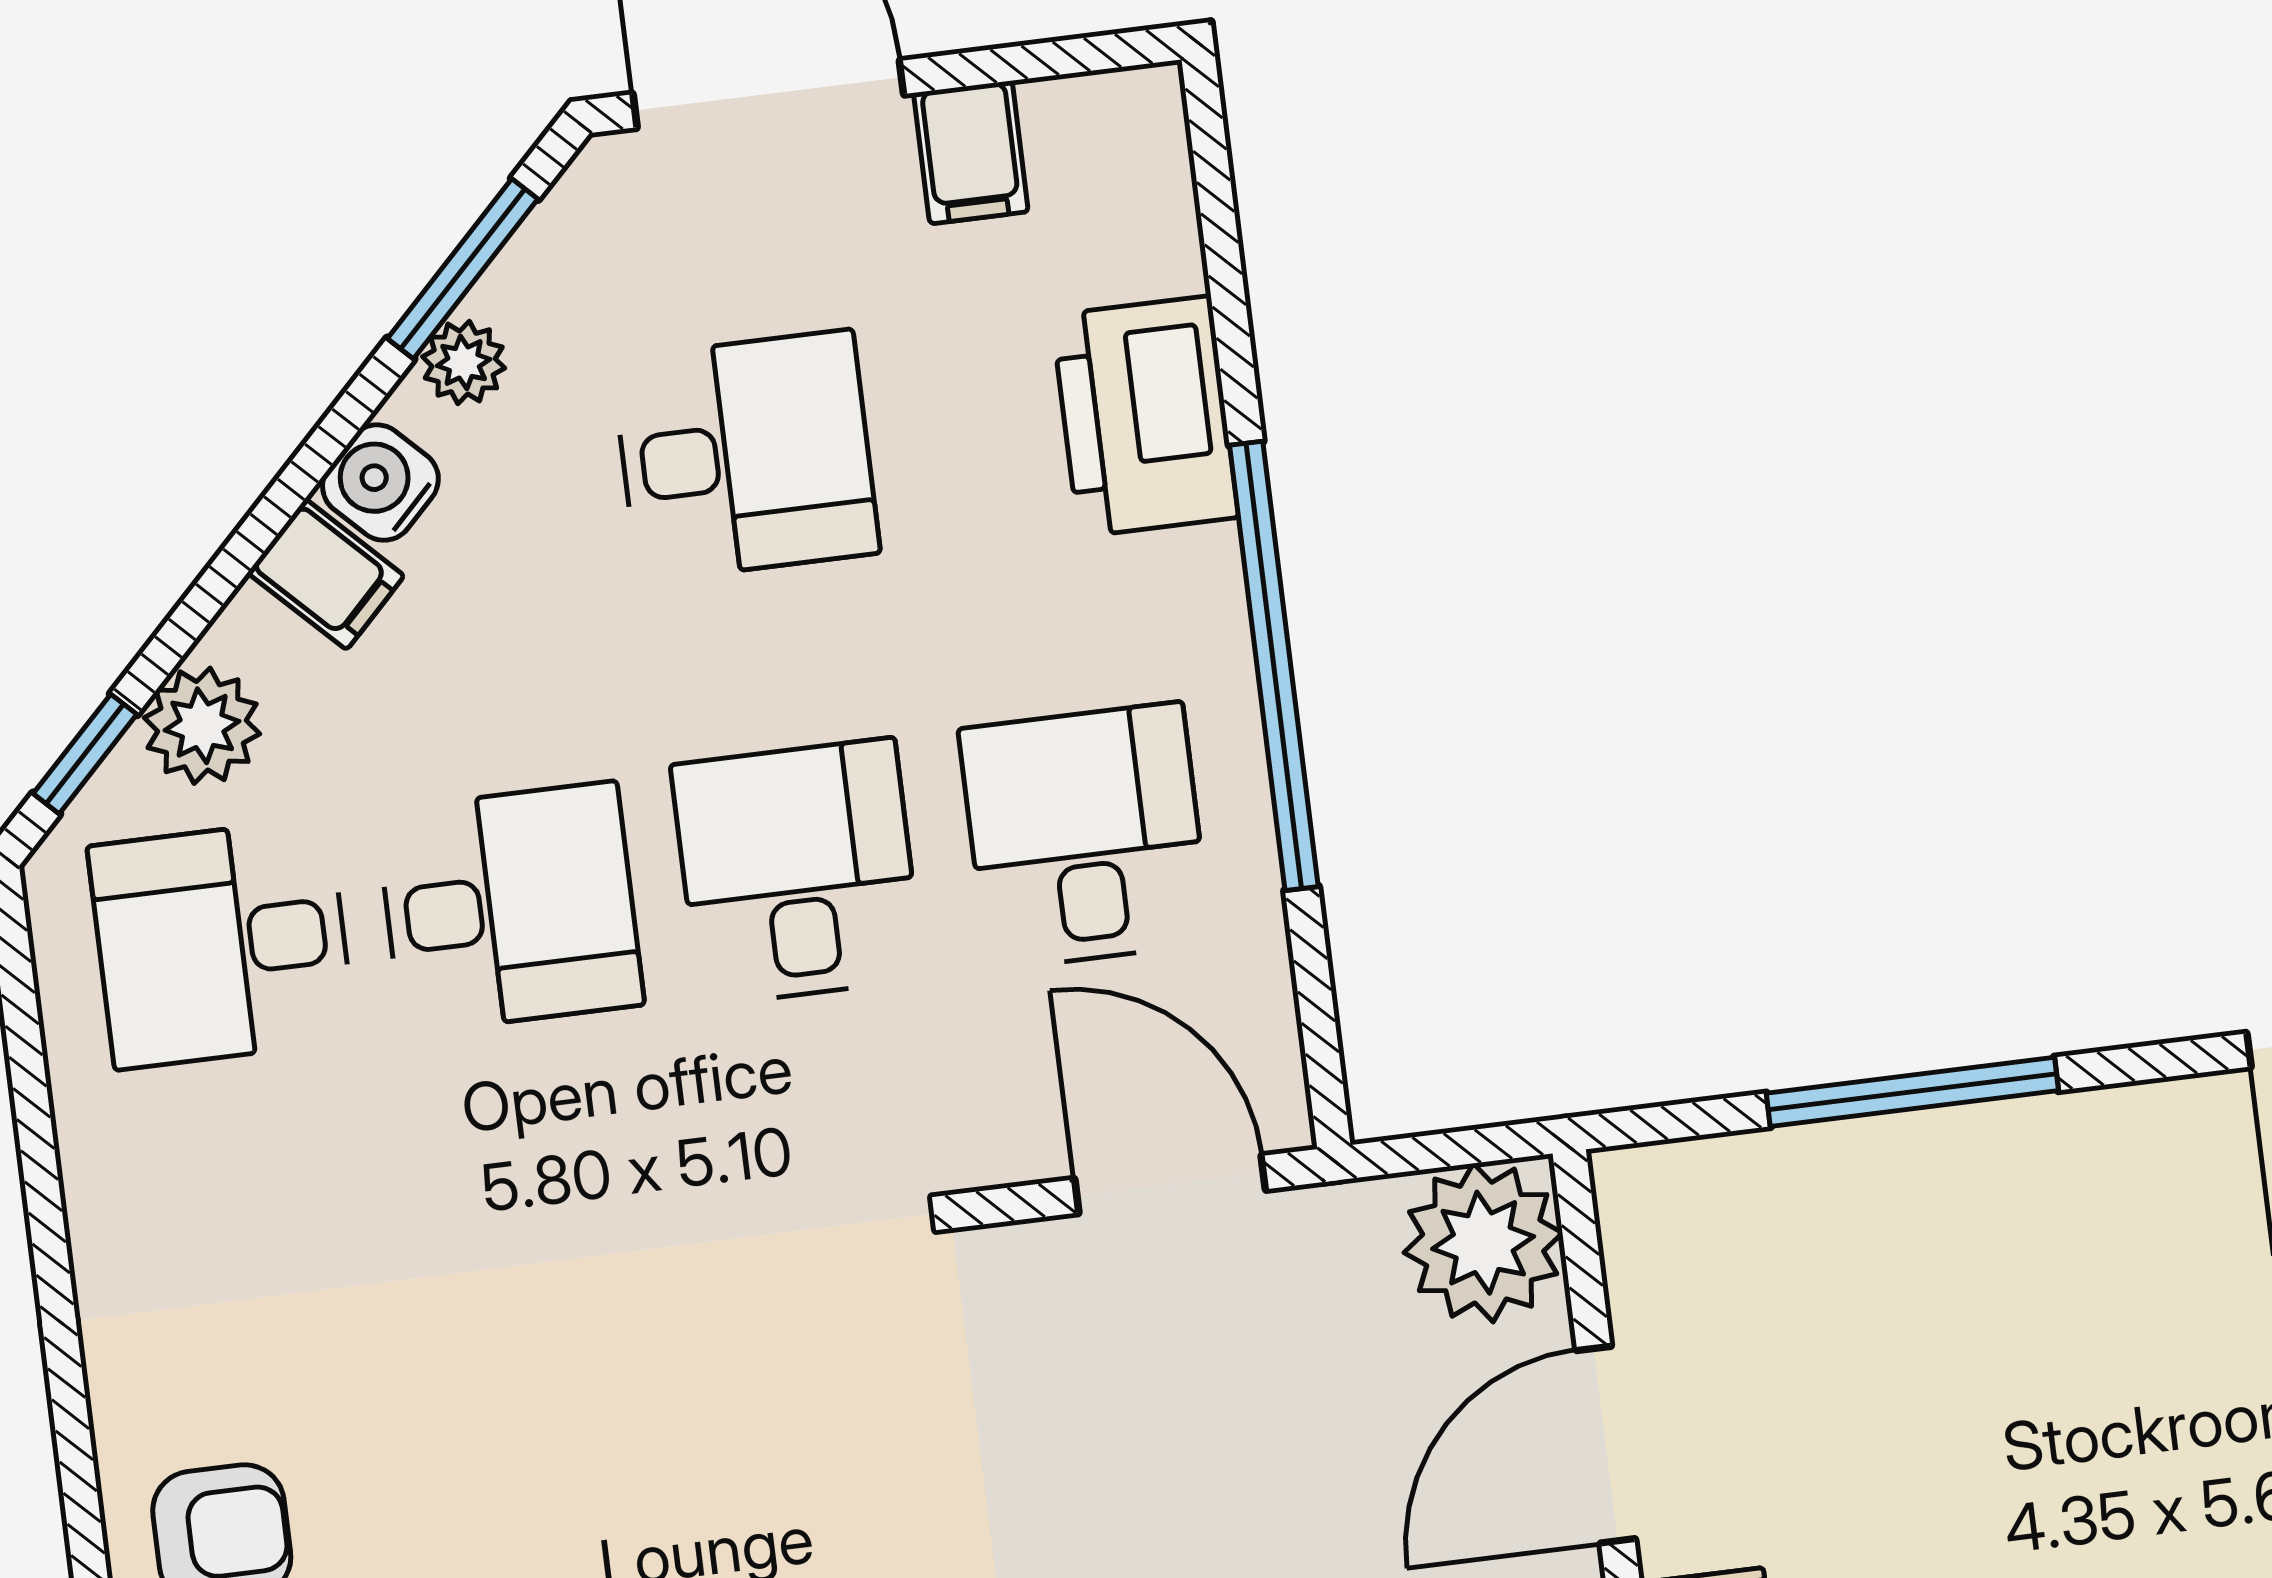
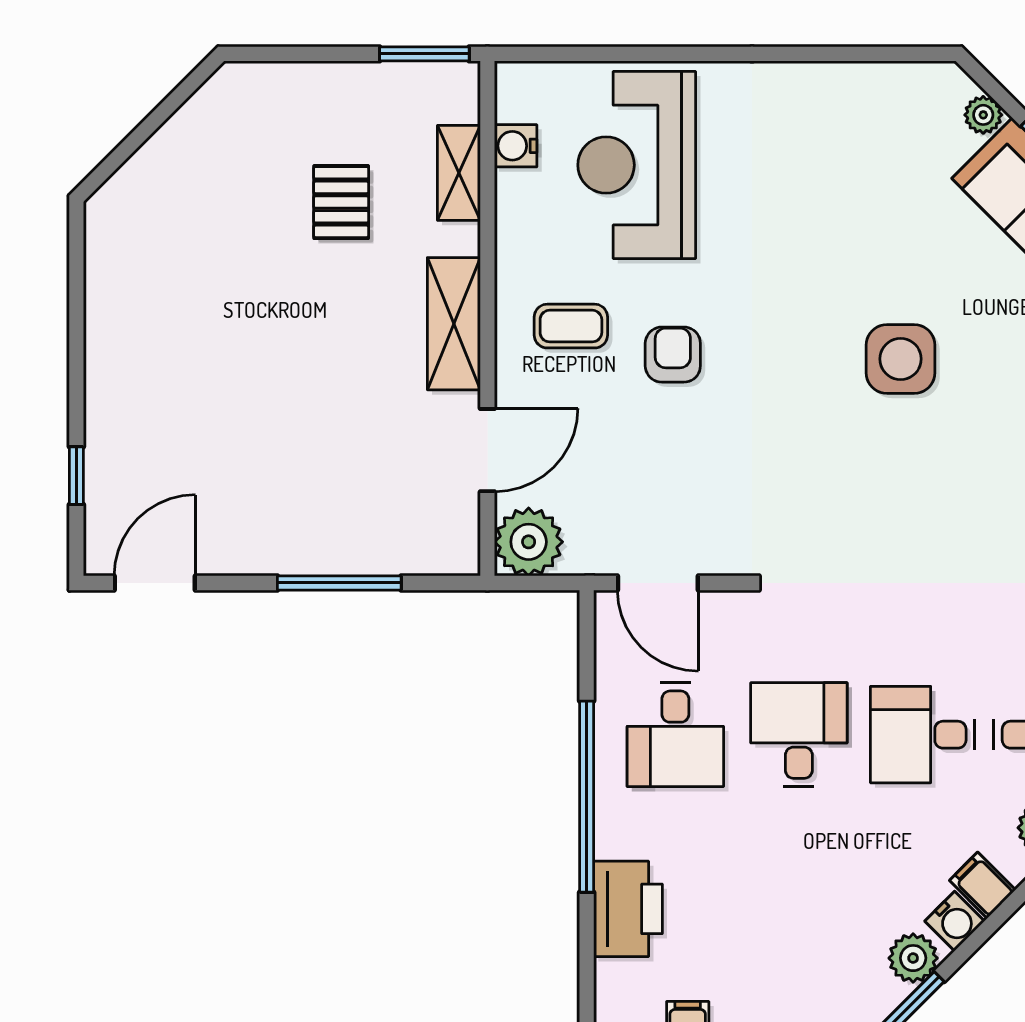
plant: (464, 362) -> (913, 958), width x1.38, depth x1.38
desk: (746, 456) -> (799, 913), removed
desk: (797, 872) -> (799, 735), turned 180

